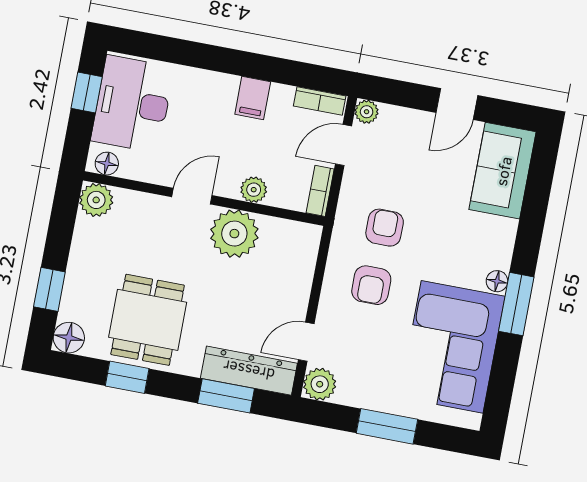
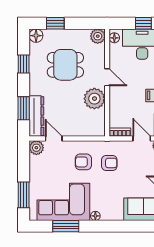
plant: (254, 190) -> (115, 103), removed
window: (516, 304) -> (66, 226), moved
dining table: (148, 320) -> (65, 65), moved
window: (387, 426) -> (24, 195), moved

